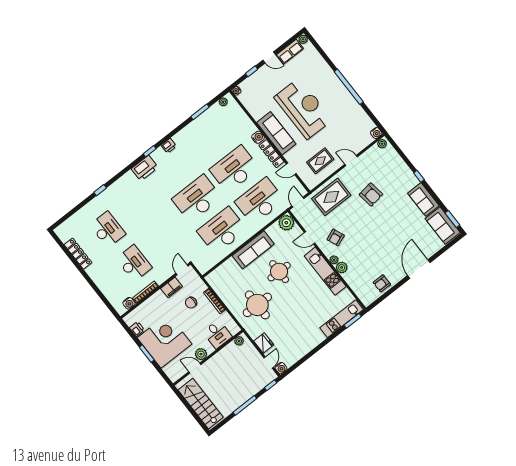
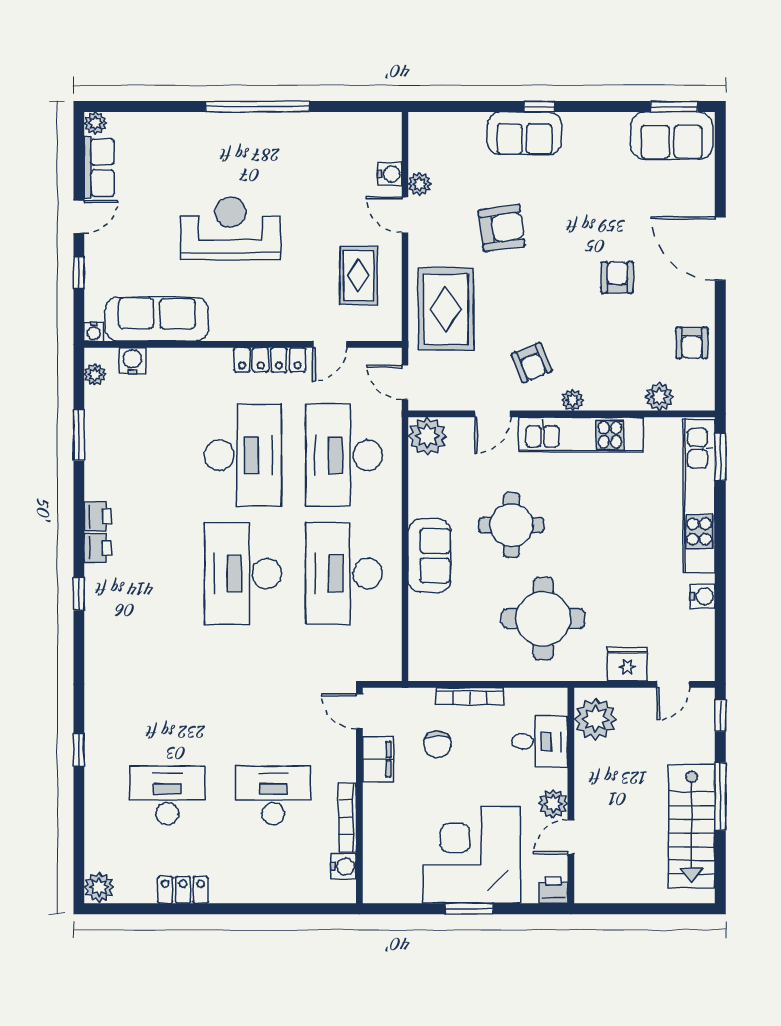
reception desk: (303, 108) -> (230, 228), width x0.74, depth x0.77
sofa: (276, 133) -> (157, 319), moved
water cooler: (376, 133) -> (390, 174), moved
water cooler: (258, 137) -> (132, 361), moved
plant: (382, 144) -> (420, 184), moved
door: (351, 160) -> (405, 215), hinge flipped
printer: (145, 168) -> (98, 517), moved, width x0.53, depth x0.68
desk: (234, 169) -> (243, 455), turned 180
sofa: (423, 199) -> (524, 133), moved
plant: (61, 231) -> (99, 887), added
armchair: (384, 243) -> (617, 277), added
sofa: (253, 250) -> (429, 556), width x0.73
locker: (78, 254) -> (183, 890), width x0.66
plant: (342, 267) -> (659, 397), moved
kitchen unit: (342, 319) -> (699, 496), width x1.36
printer: (137, 329) -> (553, 890), moved
plant: (239, 341) -> (595, 719), width x1.88, depth x1.88
door: (269, 363) -> (673, 684), swing flipped
water cooler: (281, 368) -> (703, 596), moved
stairs: (201, 404) -> (692, 826), moved, turned -90

